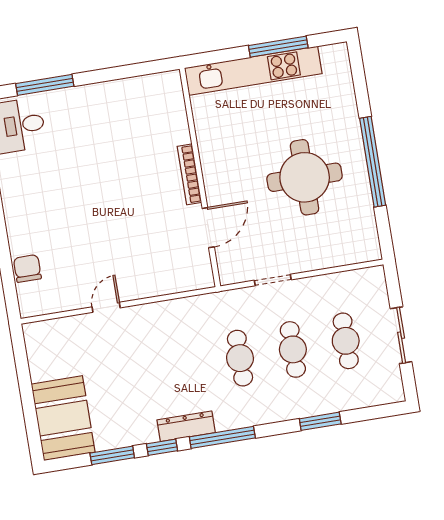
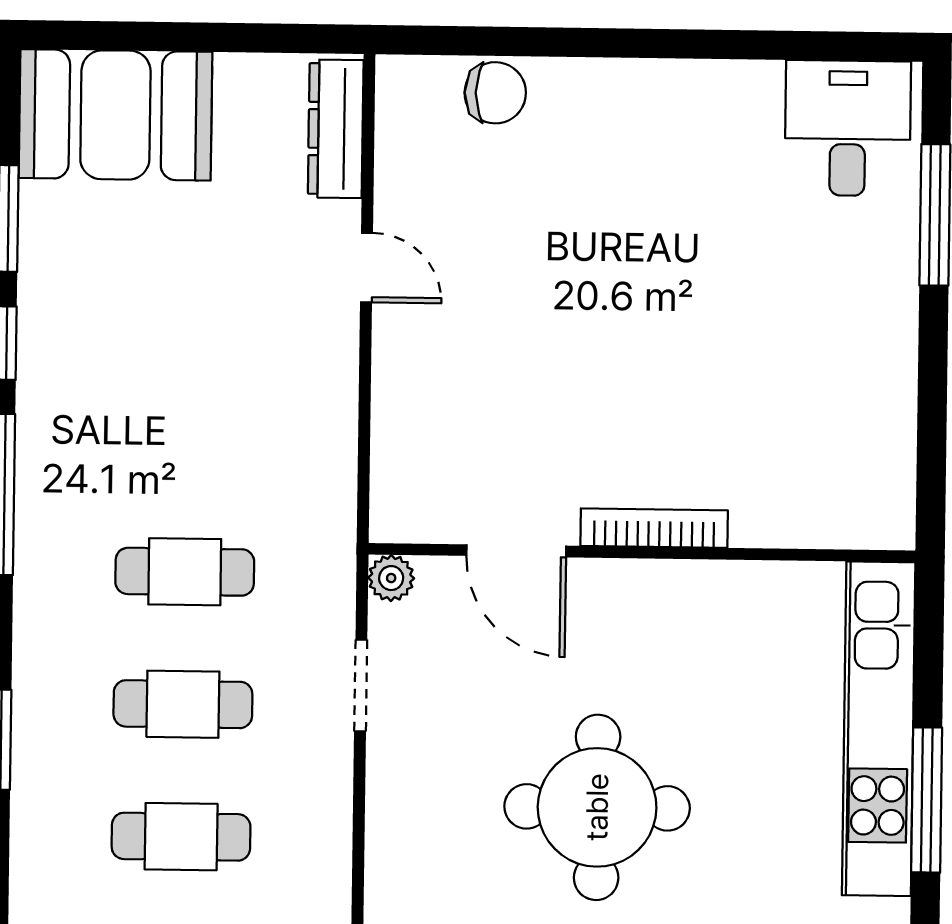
plant: (228, 276) -> (391, 578), added
dresser: (186, 426) -> (336, 129), moved, turned 180

